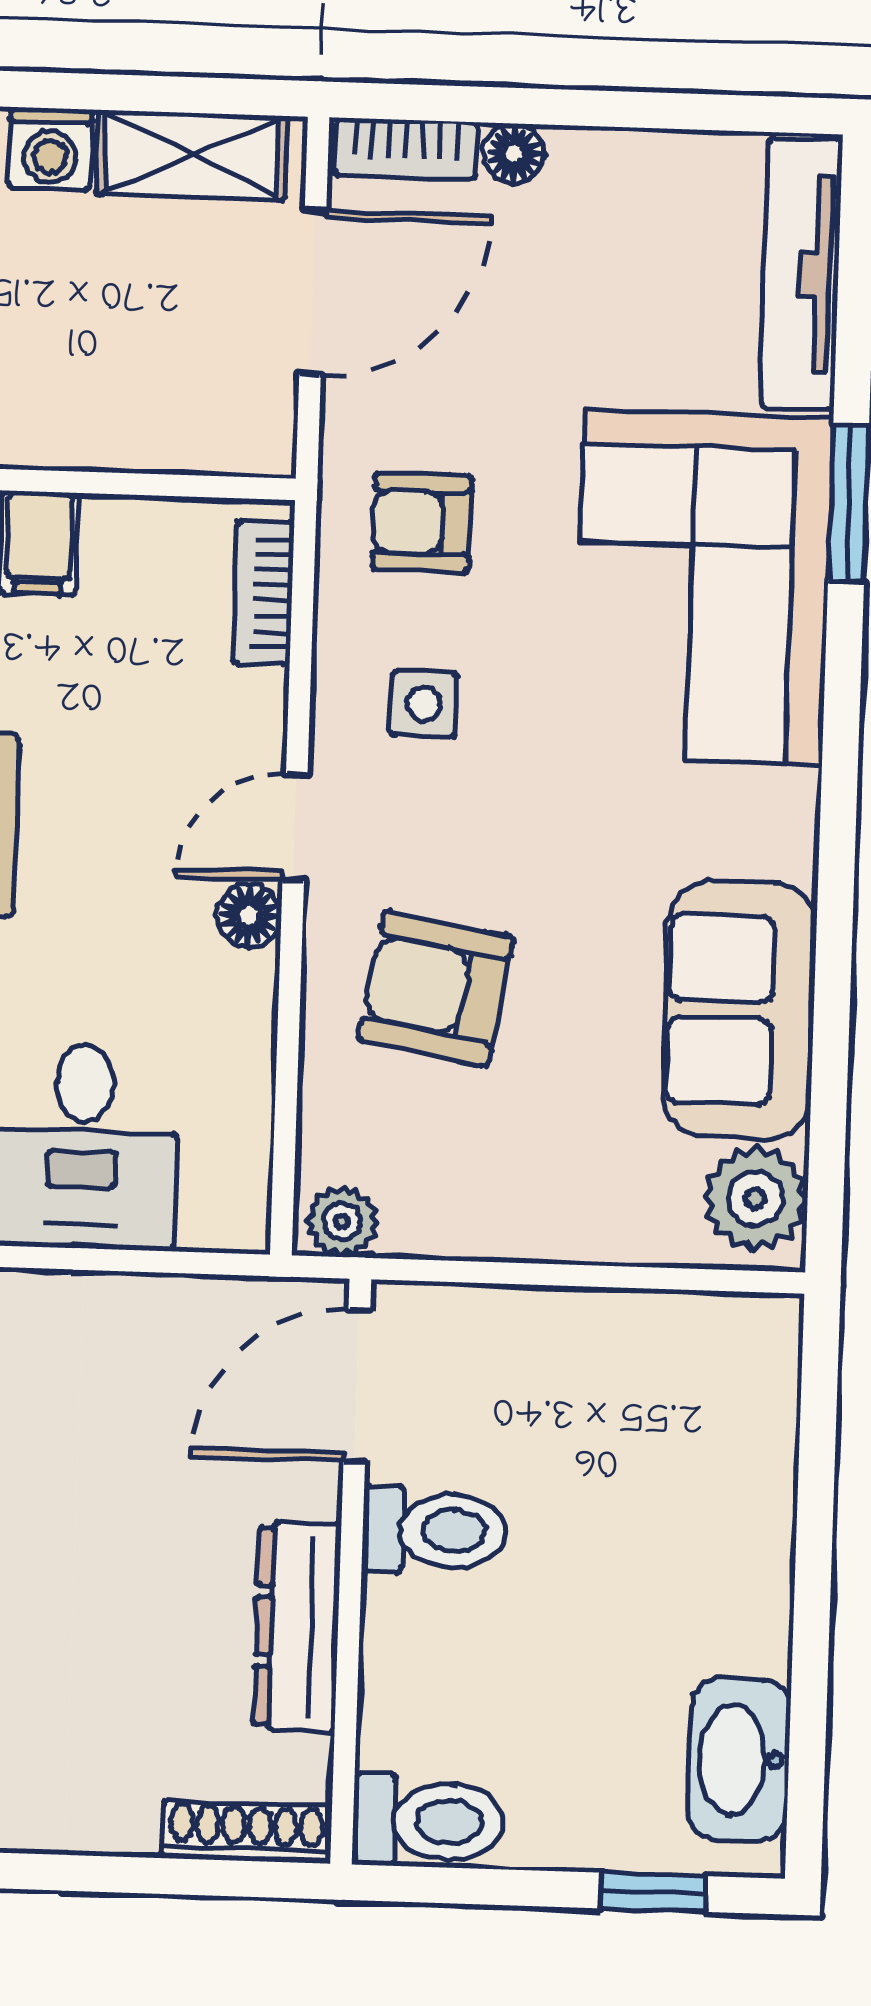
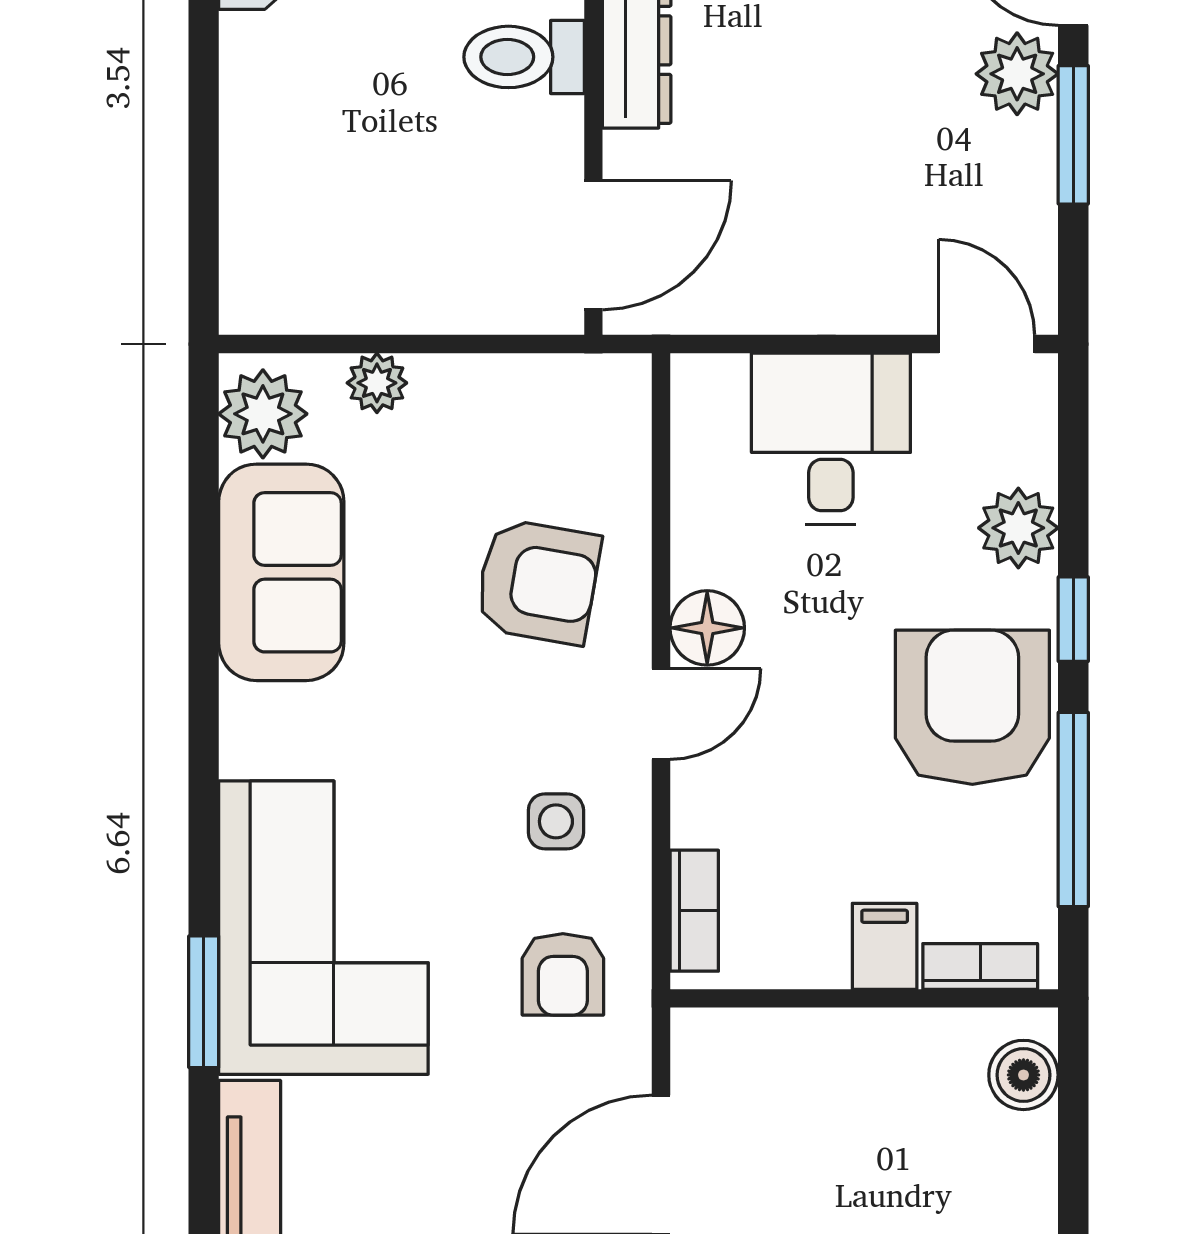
armchair: (422, 522) -> (563, 974), turned 90
floor lamp: (249, 916) -> (707, 628), width x1.37, depth x1.37
plant: (342, 1222) -> (377, 383), moved
toilet: (434, 1530) -> (524, 57), moved

